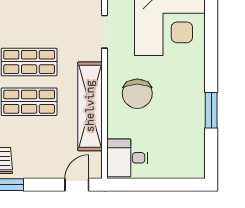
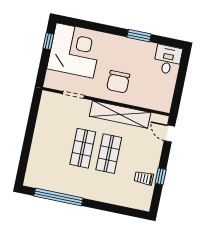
chair: (137, 94) -> (118, 82), turned 90
desk: (127, 158) -> (168, 60), moved, turned 180

